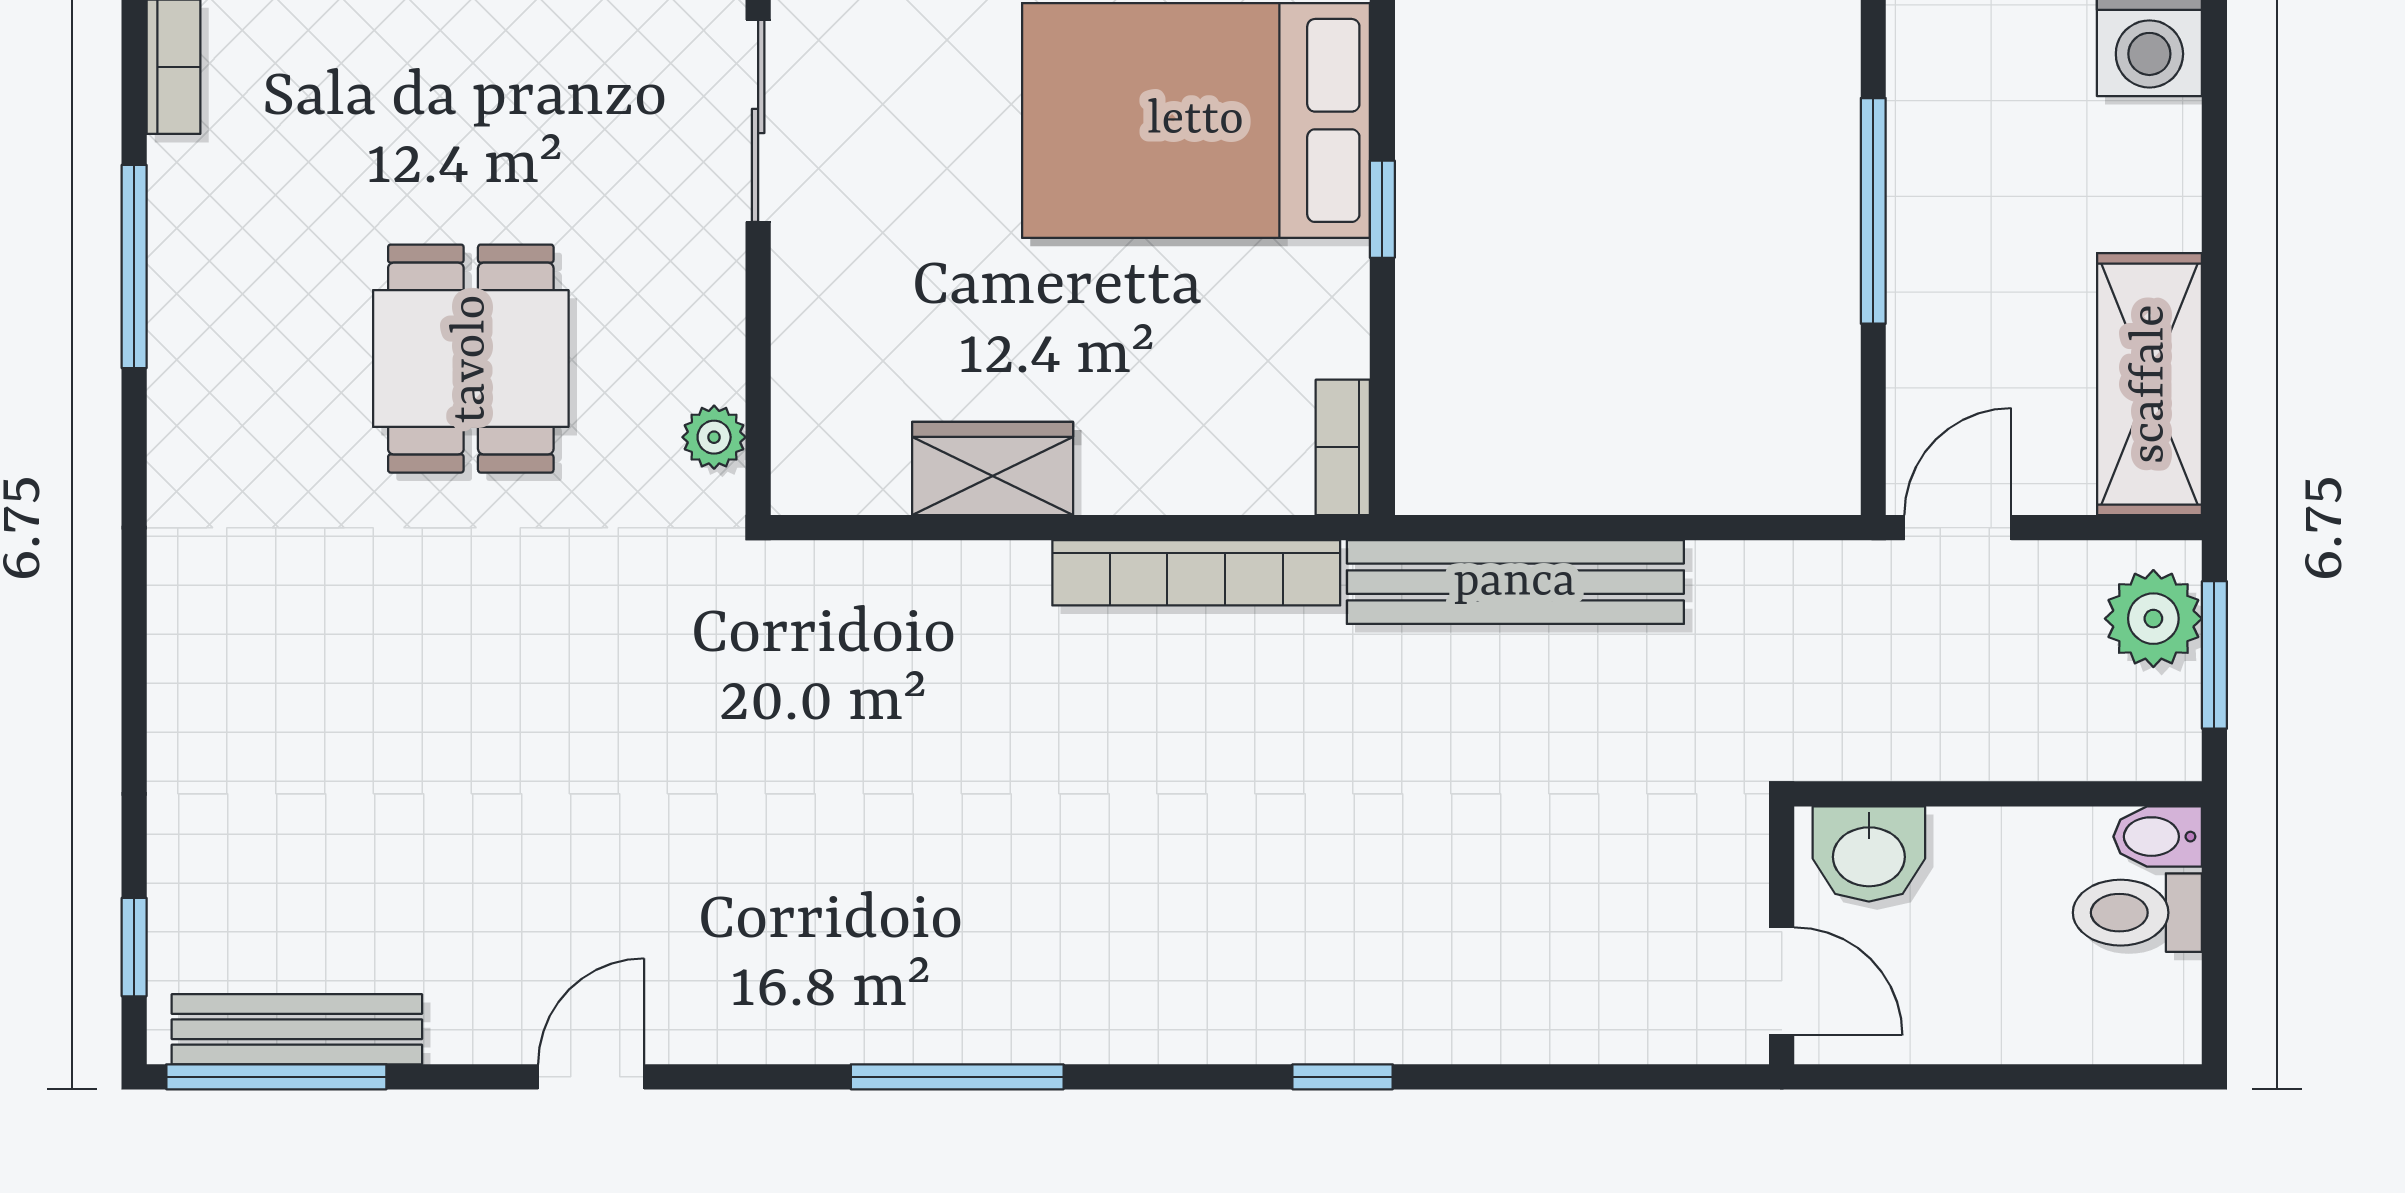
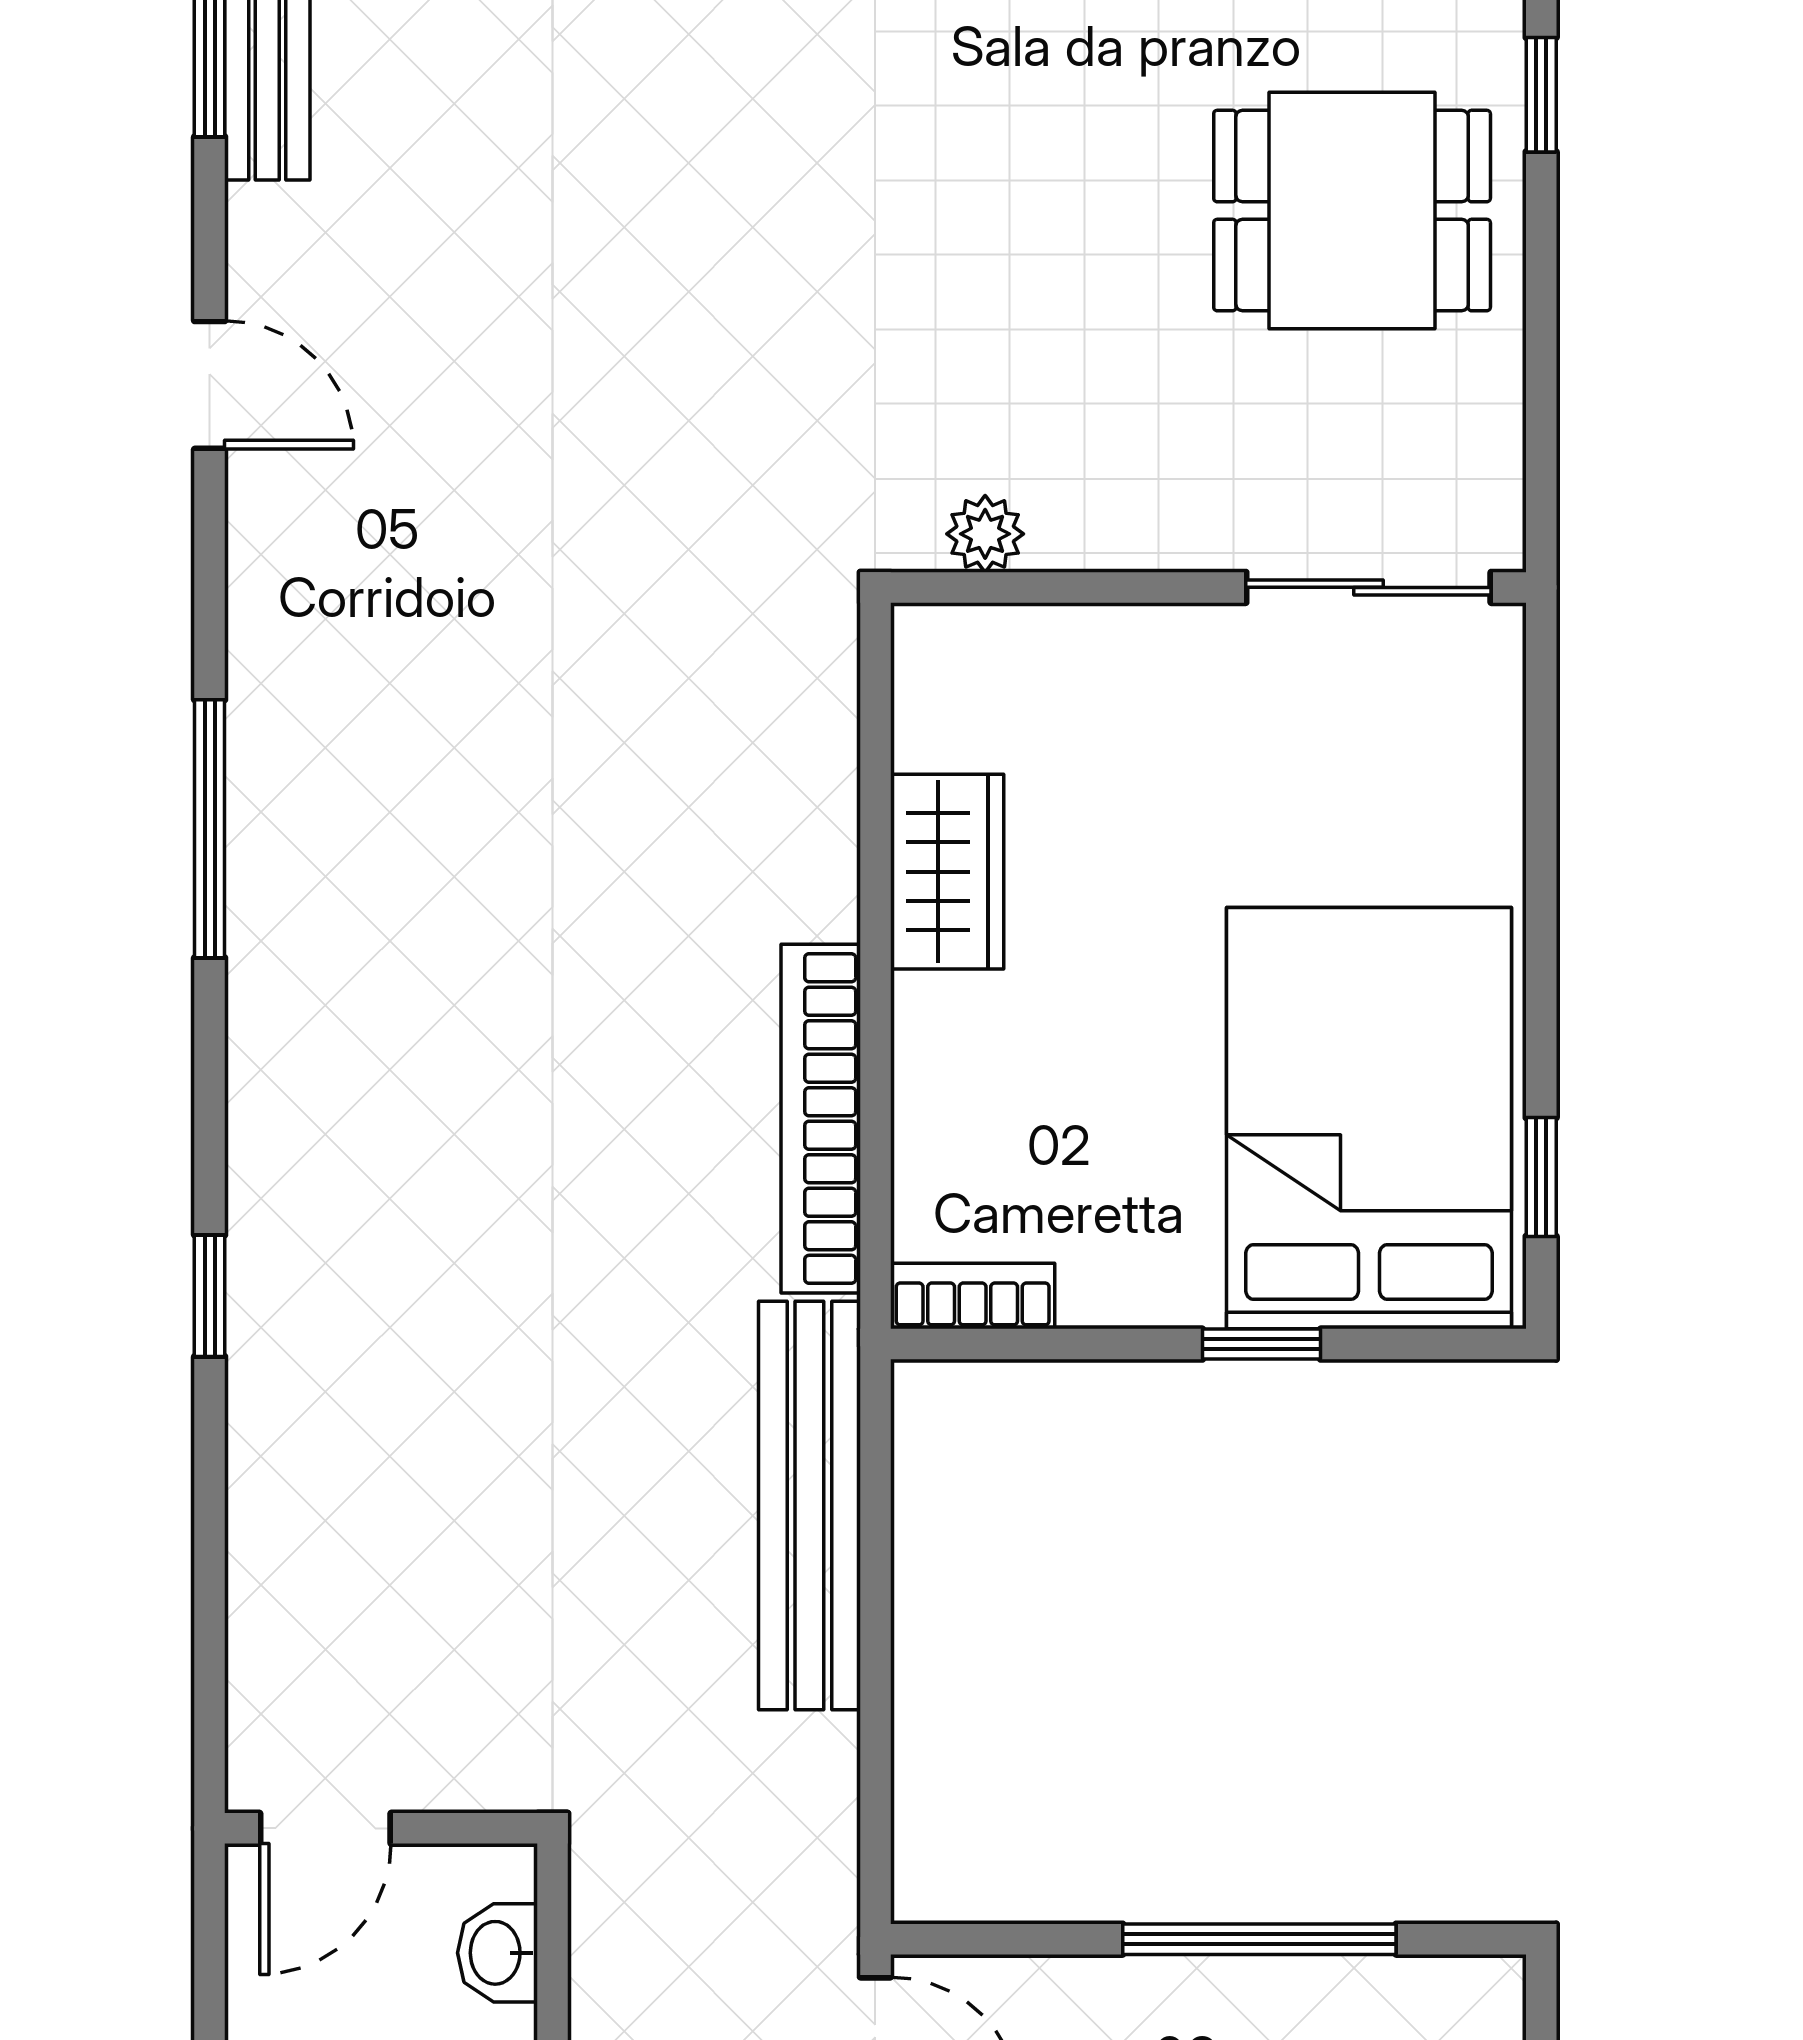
dining table: (471, 359) -> (1352, 211), moved
washbasin: (1869, 854) -> (498, 1953), width x0.72, depth x0.69

